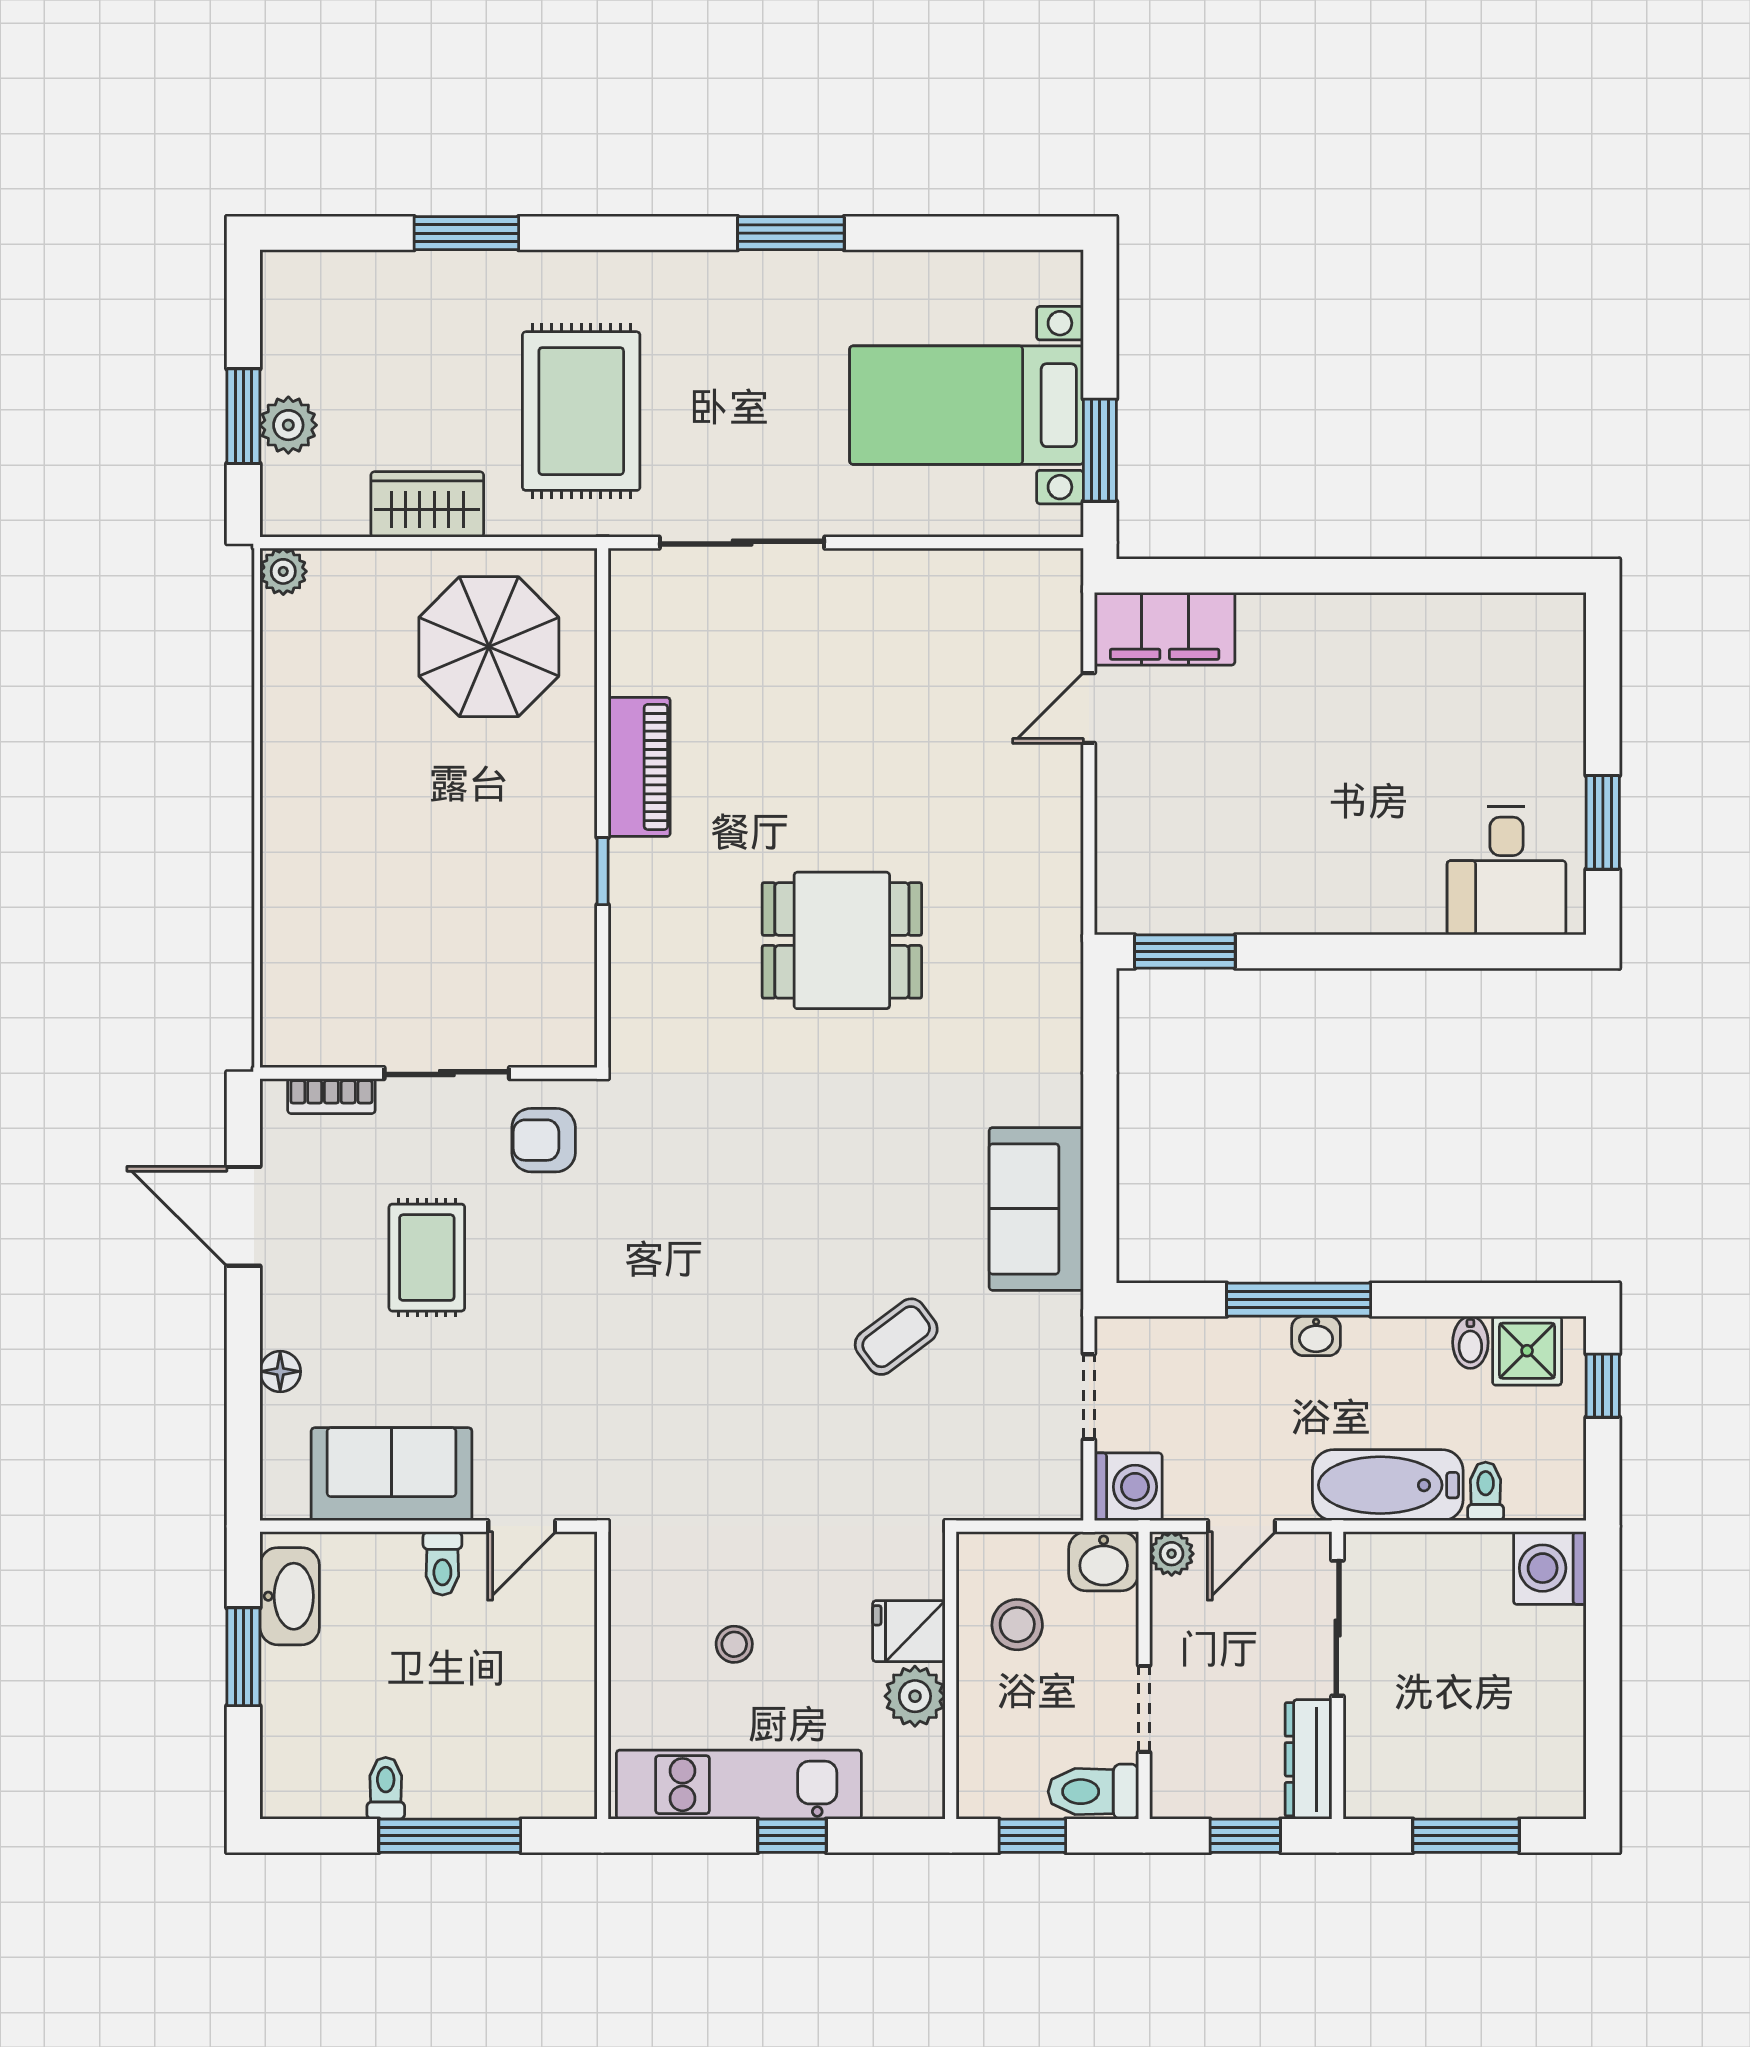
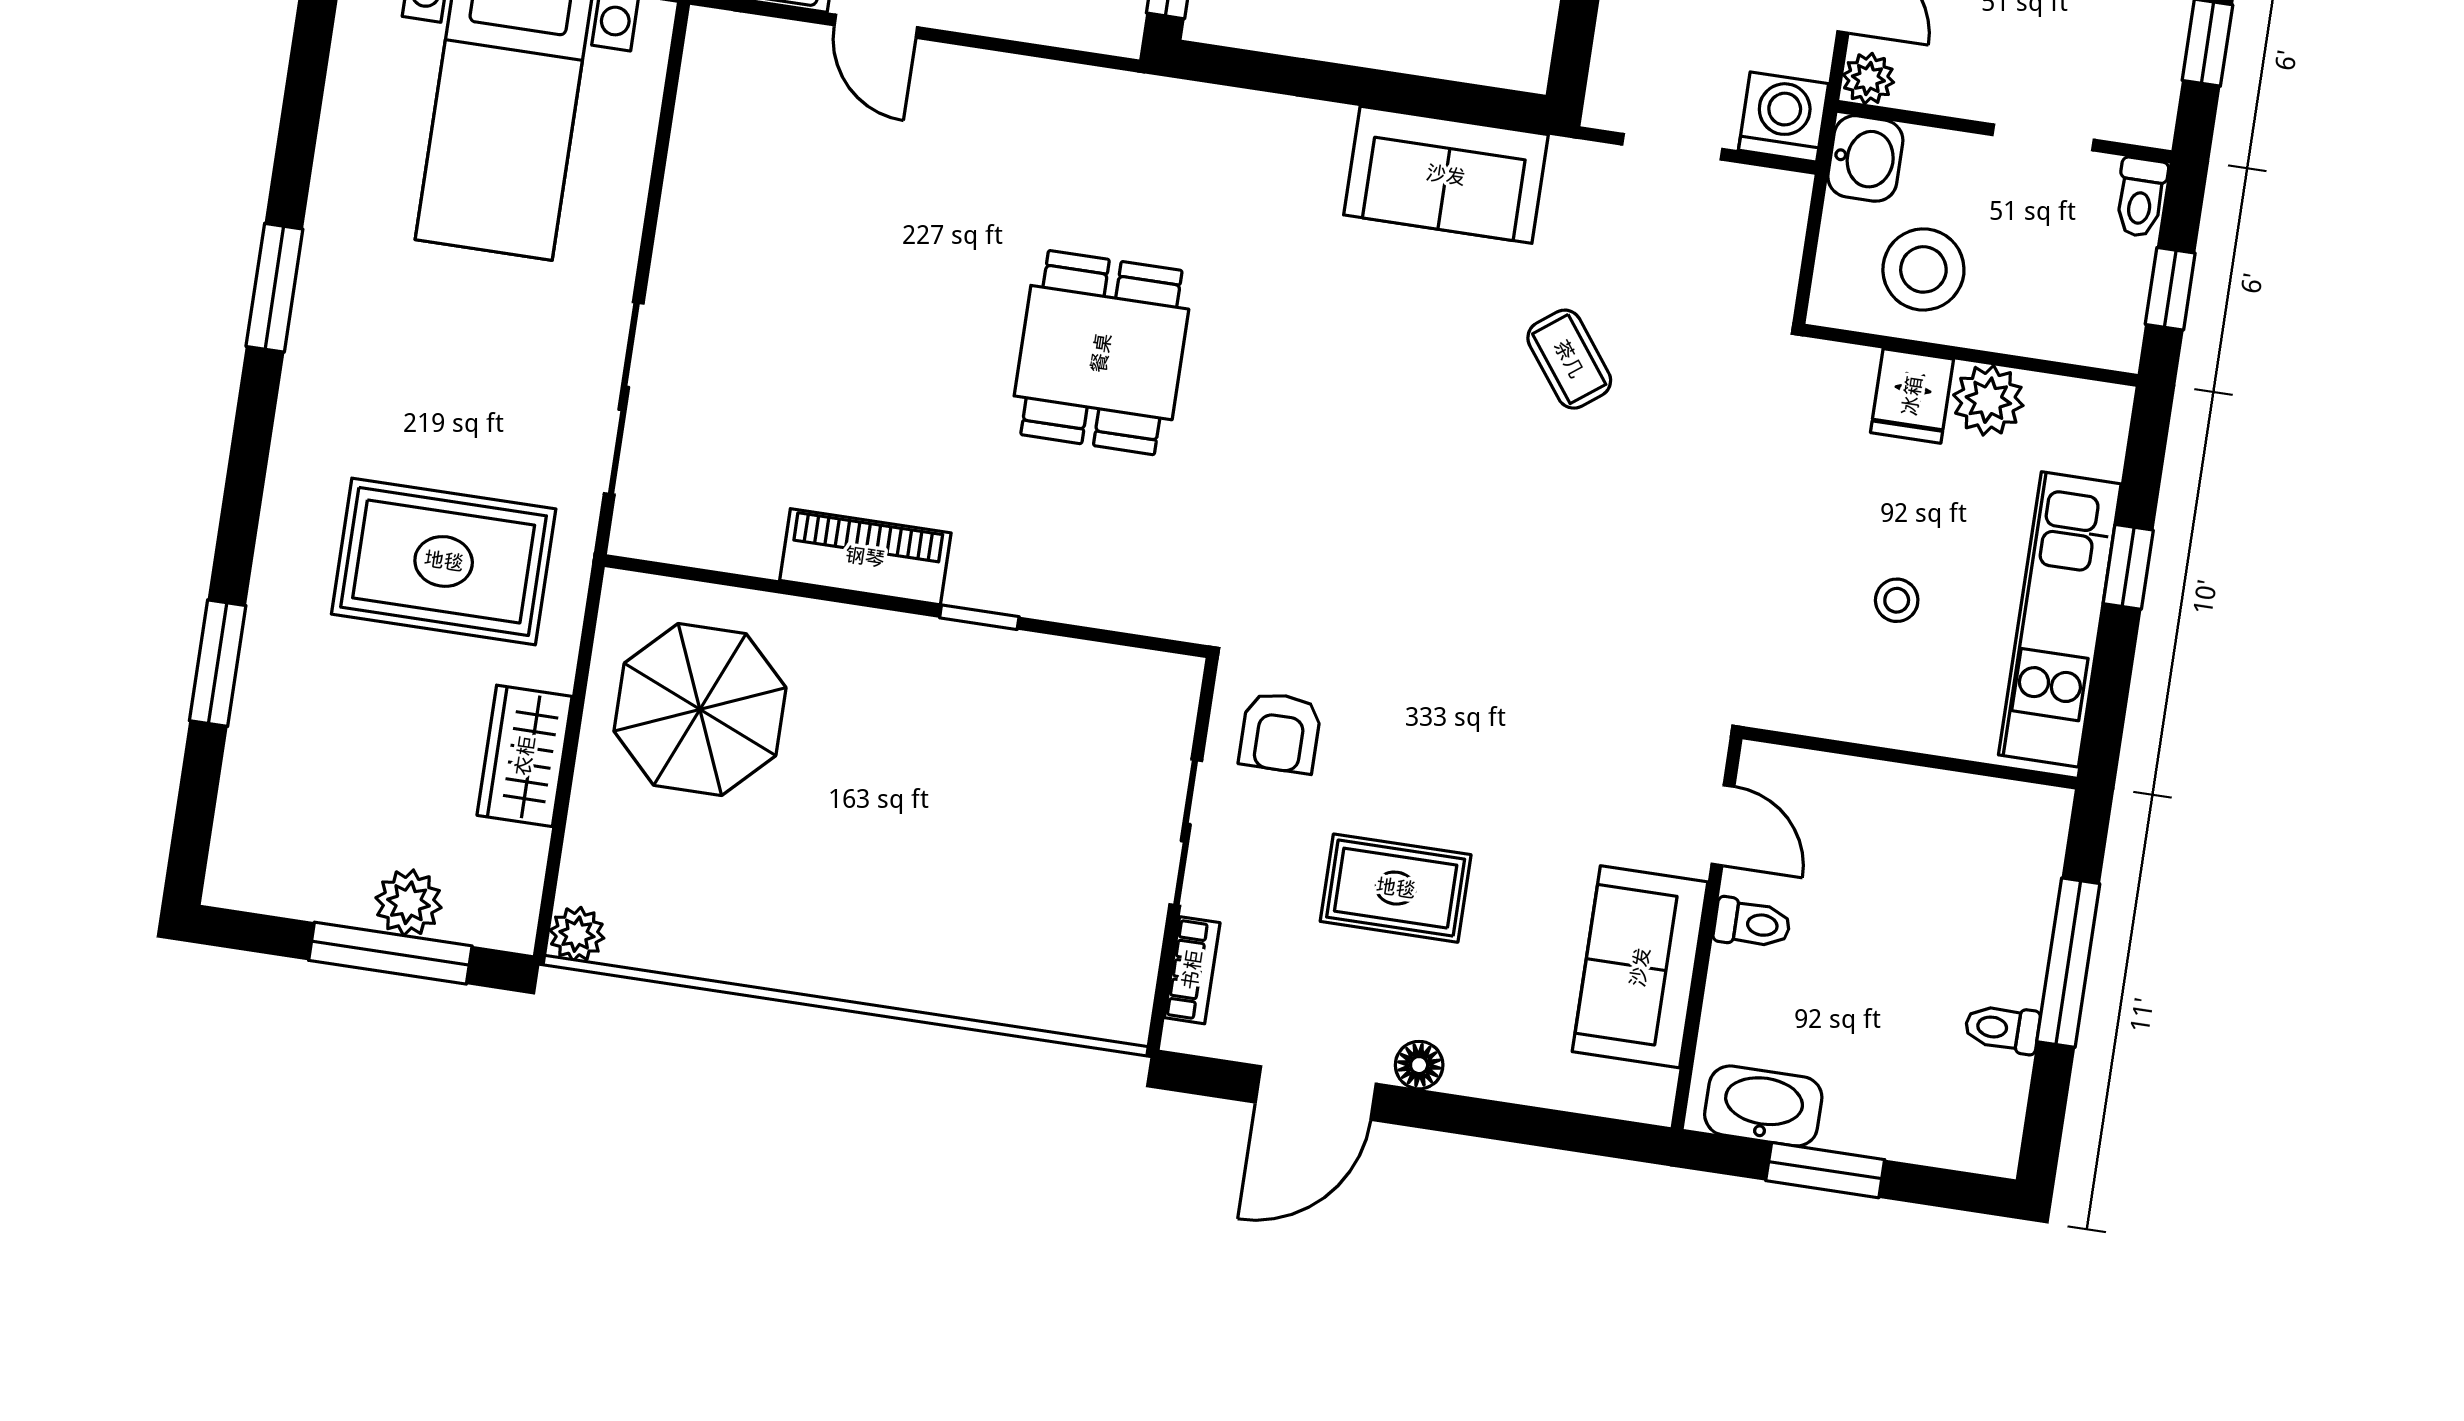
window: (243, 416) -> (390, 953), width x1.44
floor lamp: (280, 1371) -> (1419, 1065), moved
stool: (1017, 1625) -> (1923, 269), width x1.38, depth x1.38
toilet: (1093, 1792) -> (2141, 197), width x0.73, depth x0.72

